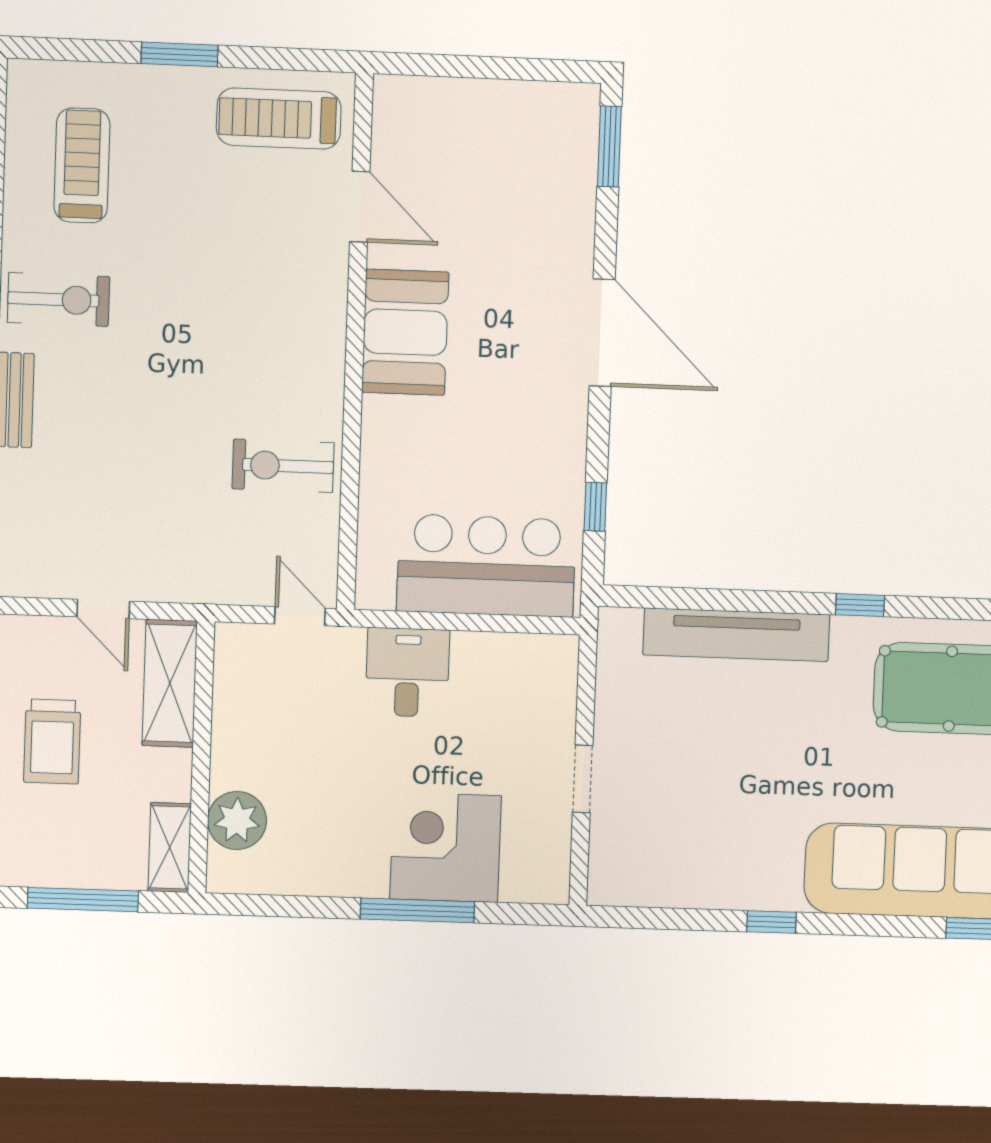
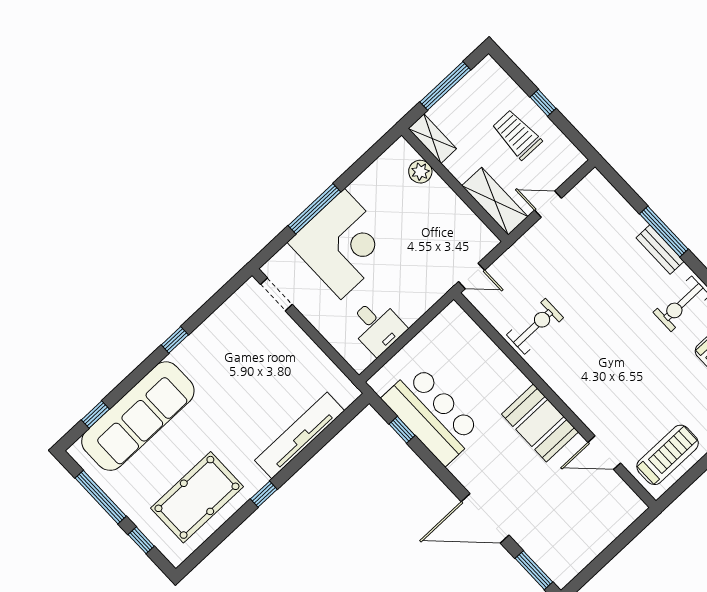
door: (602, 333) -> (485, 518), moved
bar counter: (486, 566) -> (432, 415), moved, turned -90
desk: (407, 672) -> (377, 326), moved
doorway: (583, 779) -> (276, 294), moved
plant: (237, 820) -> (420, 172), width x0.73, depth x0.73
corner desk: (446, 847) -> (343, 244), width x1.36, depth x1.36

